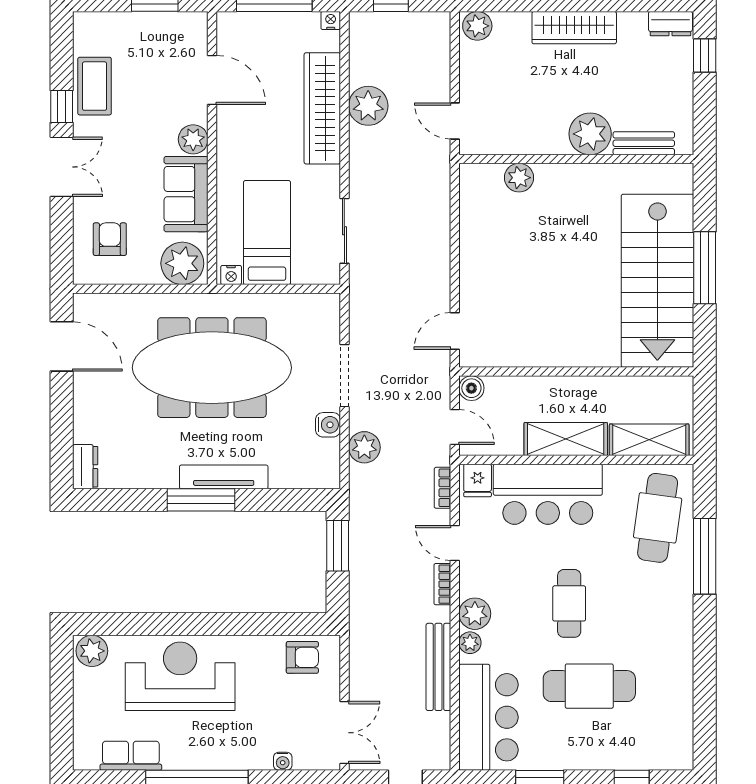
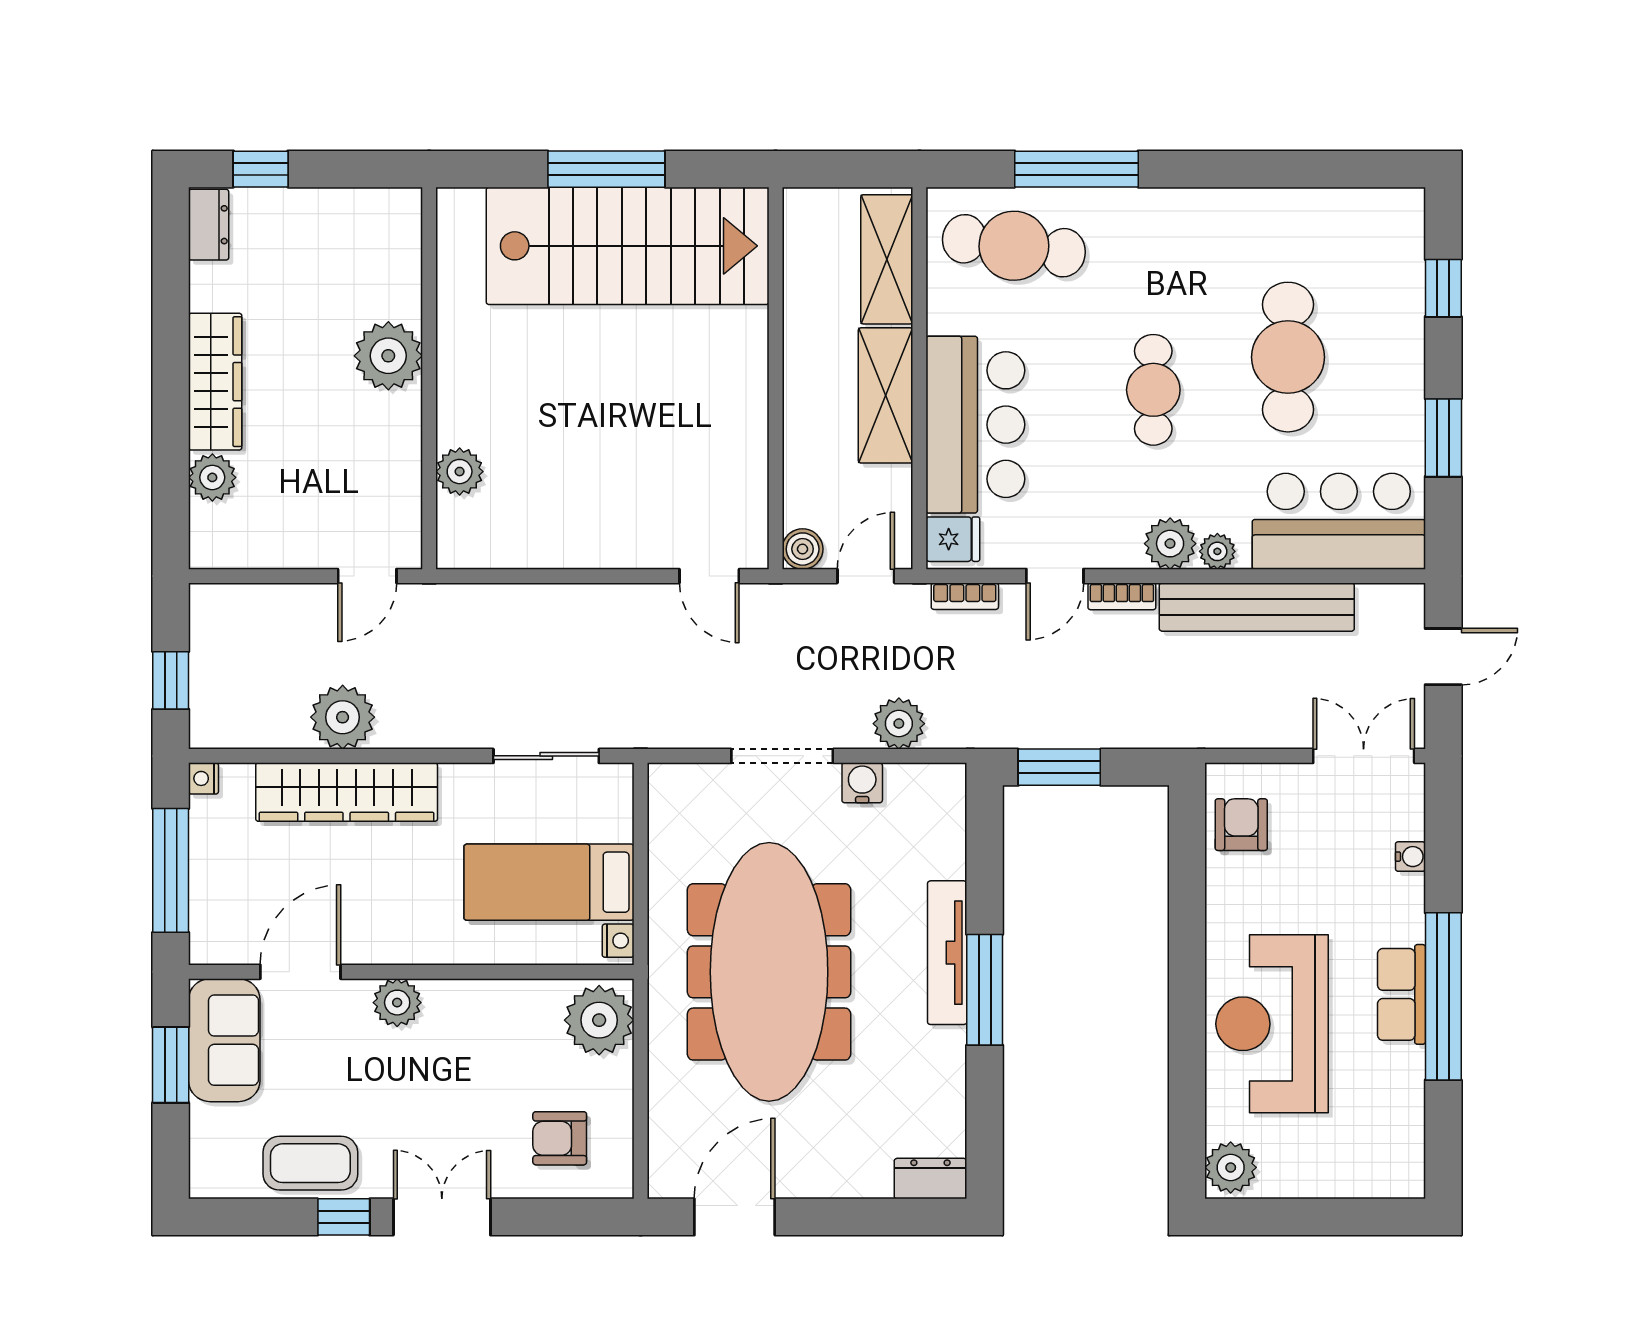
plant: (477, 26) -> (212, 477), moved
bench: (644, 143) -> (403, 268), removed
sofa: (186, 194) -> (224, 1040), moved, turned -90
cafe table: (569, 603) -> (1153, 390), turned 90
bench: (438, 667) -> (1257, 607), width x1.37, depth x1.21
row of seats: (131, 756) -> (1401, 994), moved

